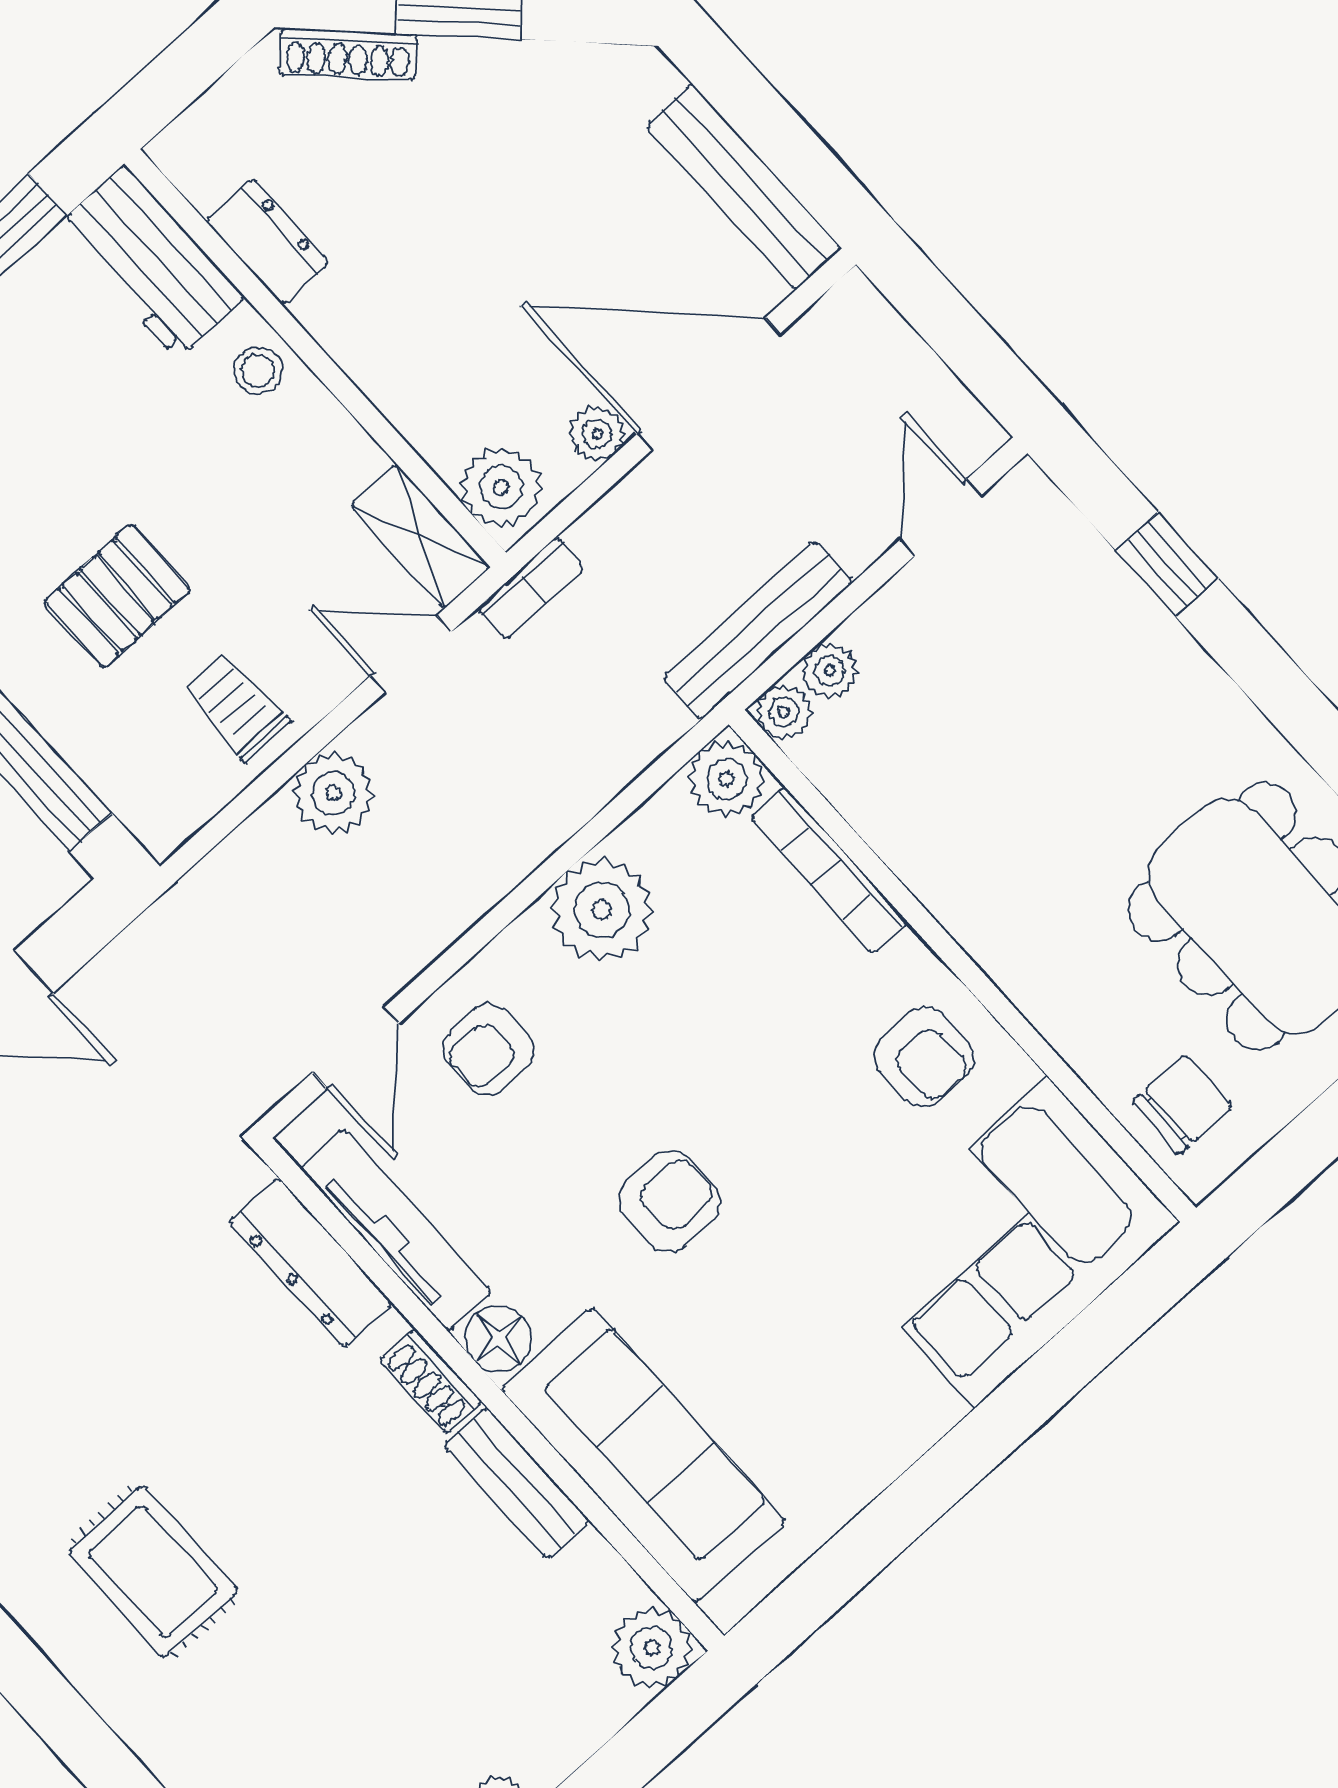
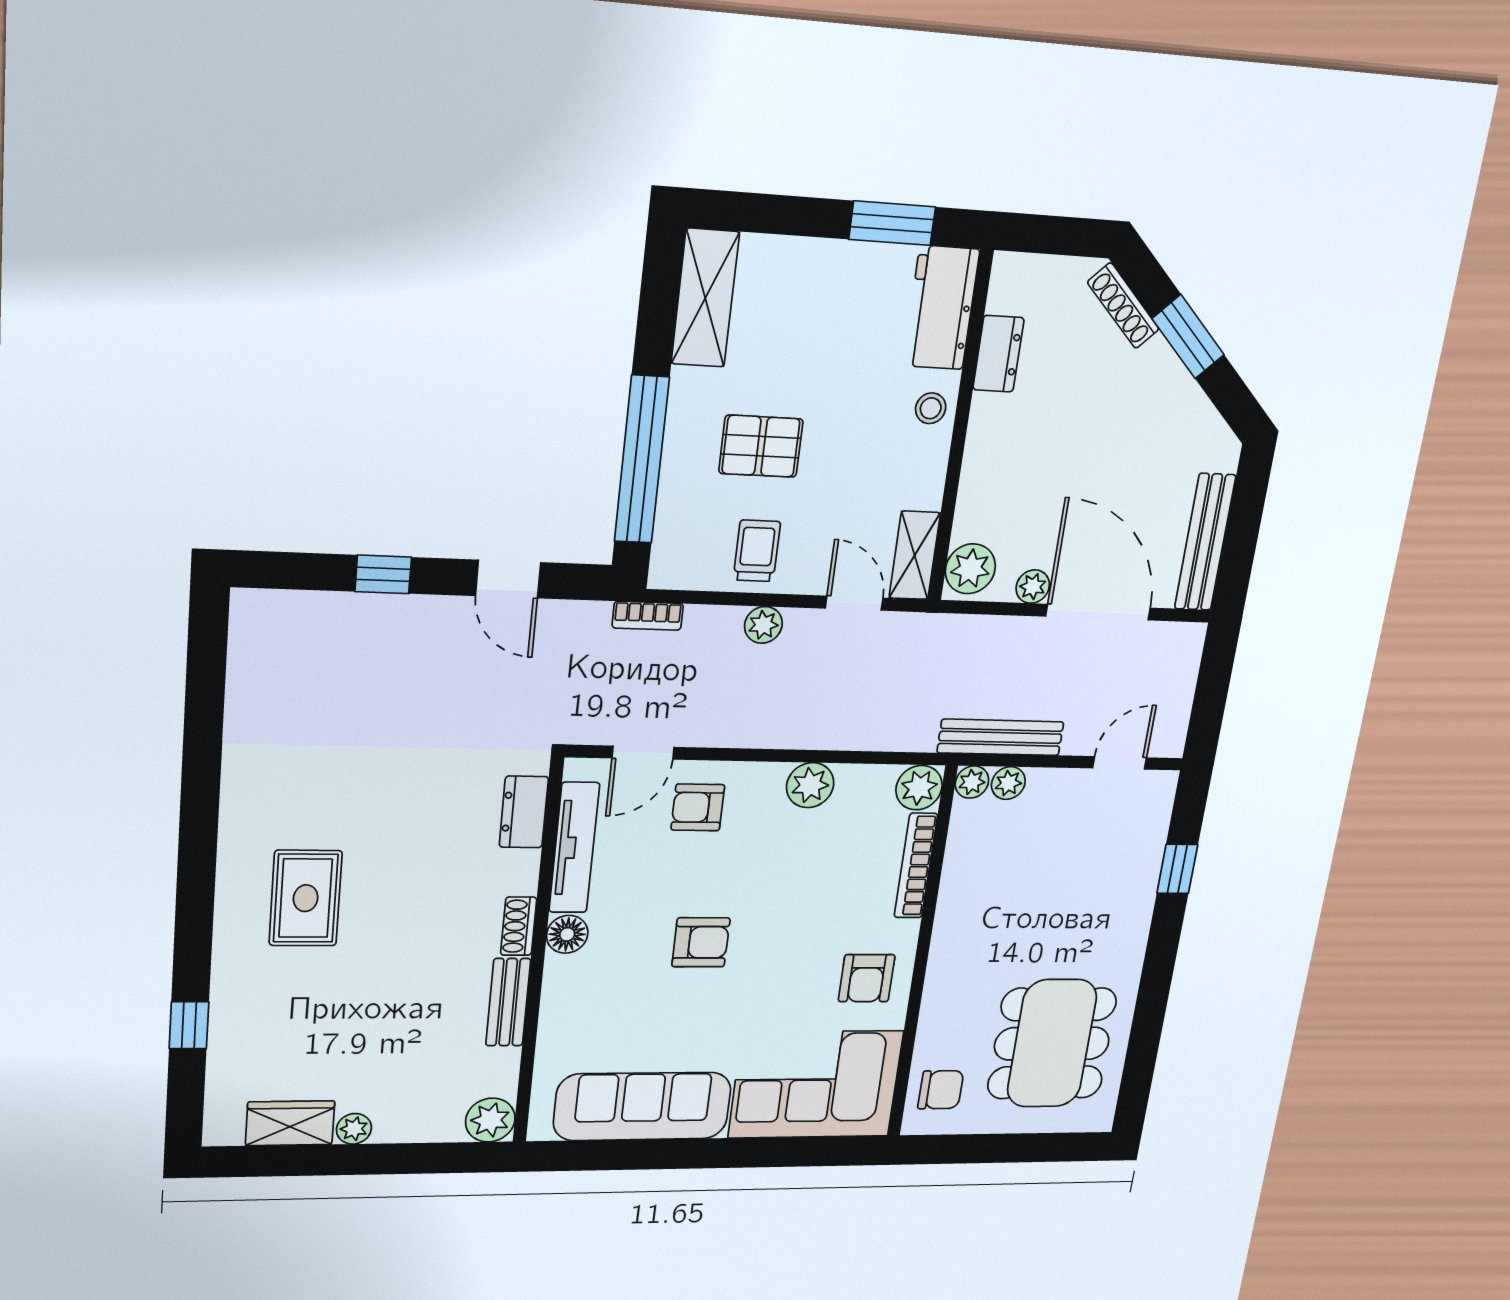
bookcase: (531, 588) -> (648, 616), moved
plant: (333, 793) -> (763, 625), width x0.73, depth x0.73
plant: (602, 910) -> (810, 785), width x0.73, depth x0.73
dresser: (311, 1262) -> (524, 812), width x0.70
sofa: (643, 1455) -> (642, 1106), moved, turned -90

